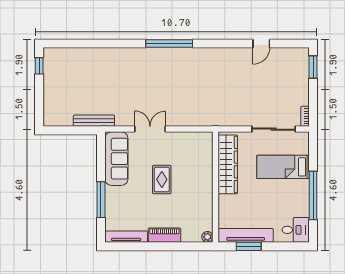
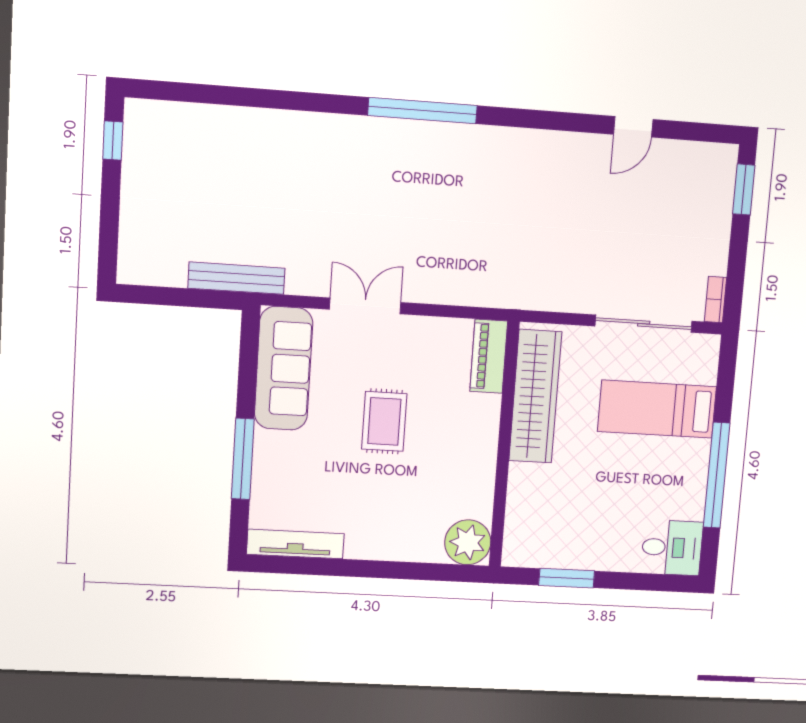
piano: (164, 235) -> (489, 356), moved, turned -90
tv unit: (246, 235) -> (562, 554), removed
plant: (207, 237) -> (468, 542), width x1.88, depth x1.88

